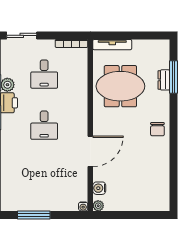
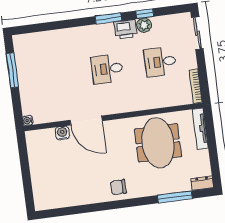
dresser: (164, 80) -> (202, 183), moved
water cooler: (99, 188) -> (62, 133), moved
plant: (98, 206) -> (31, 136), removed

